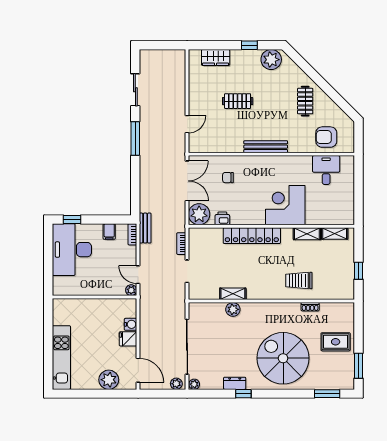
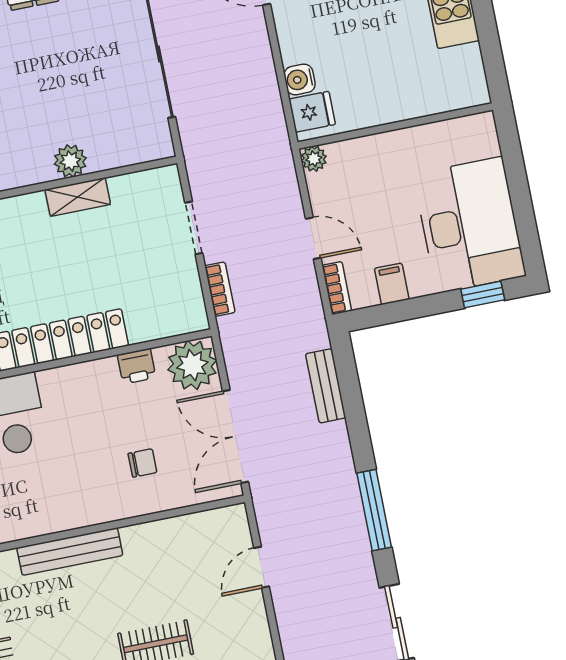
bench: (145, 228) -> (326, 386), moved
door: (138, 275) -> (313, 238), moved
fridge: (128, 339) -> (312, 112), moved

